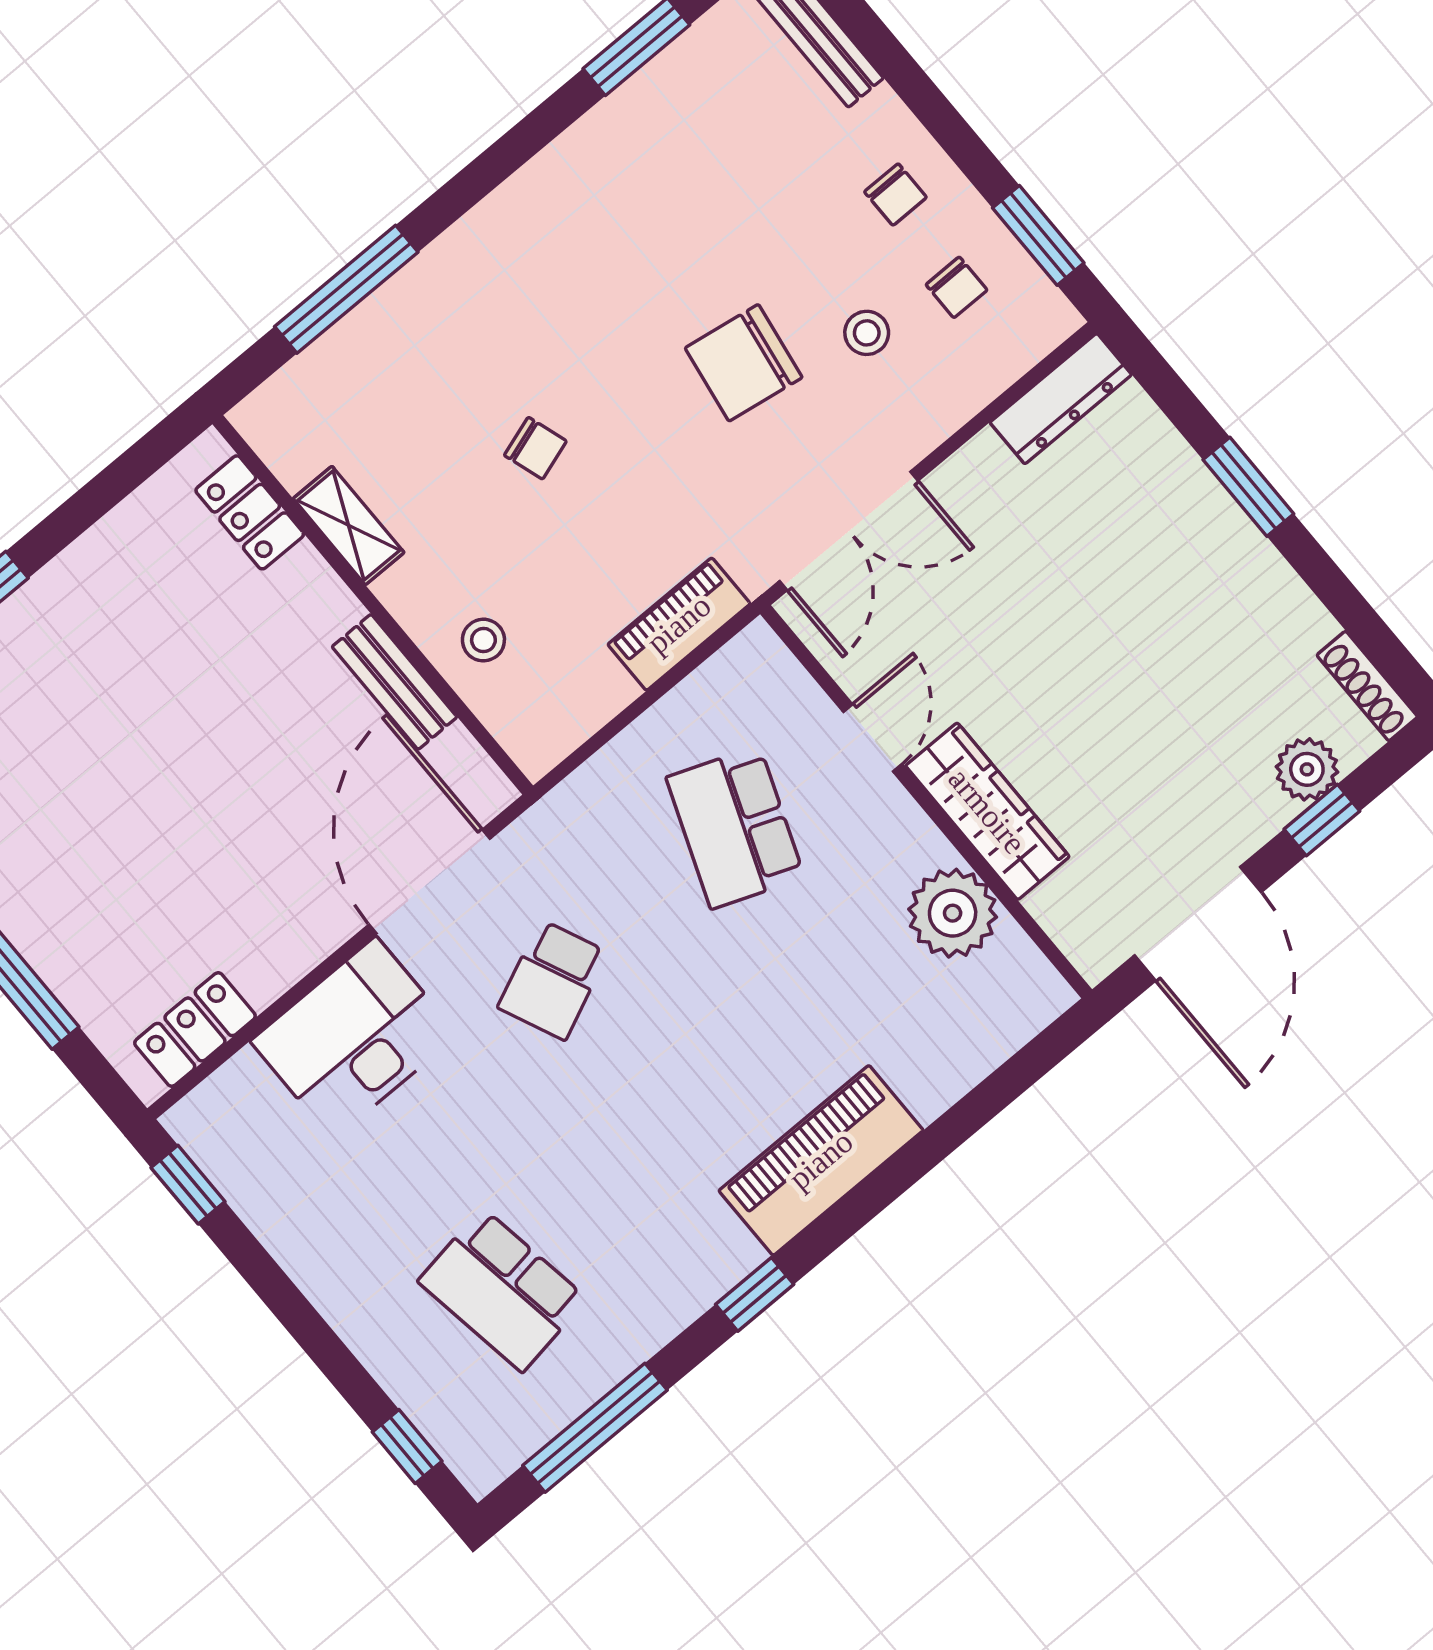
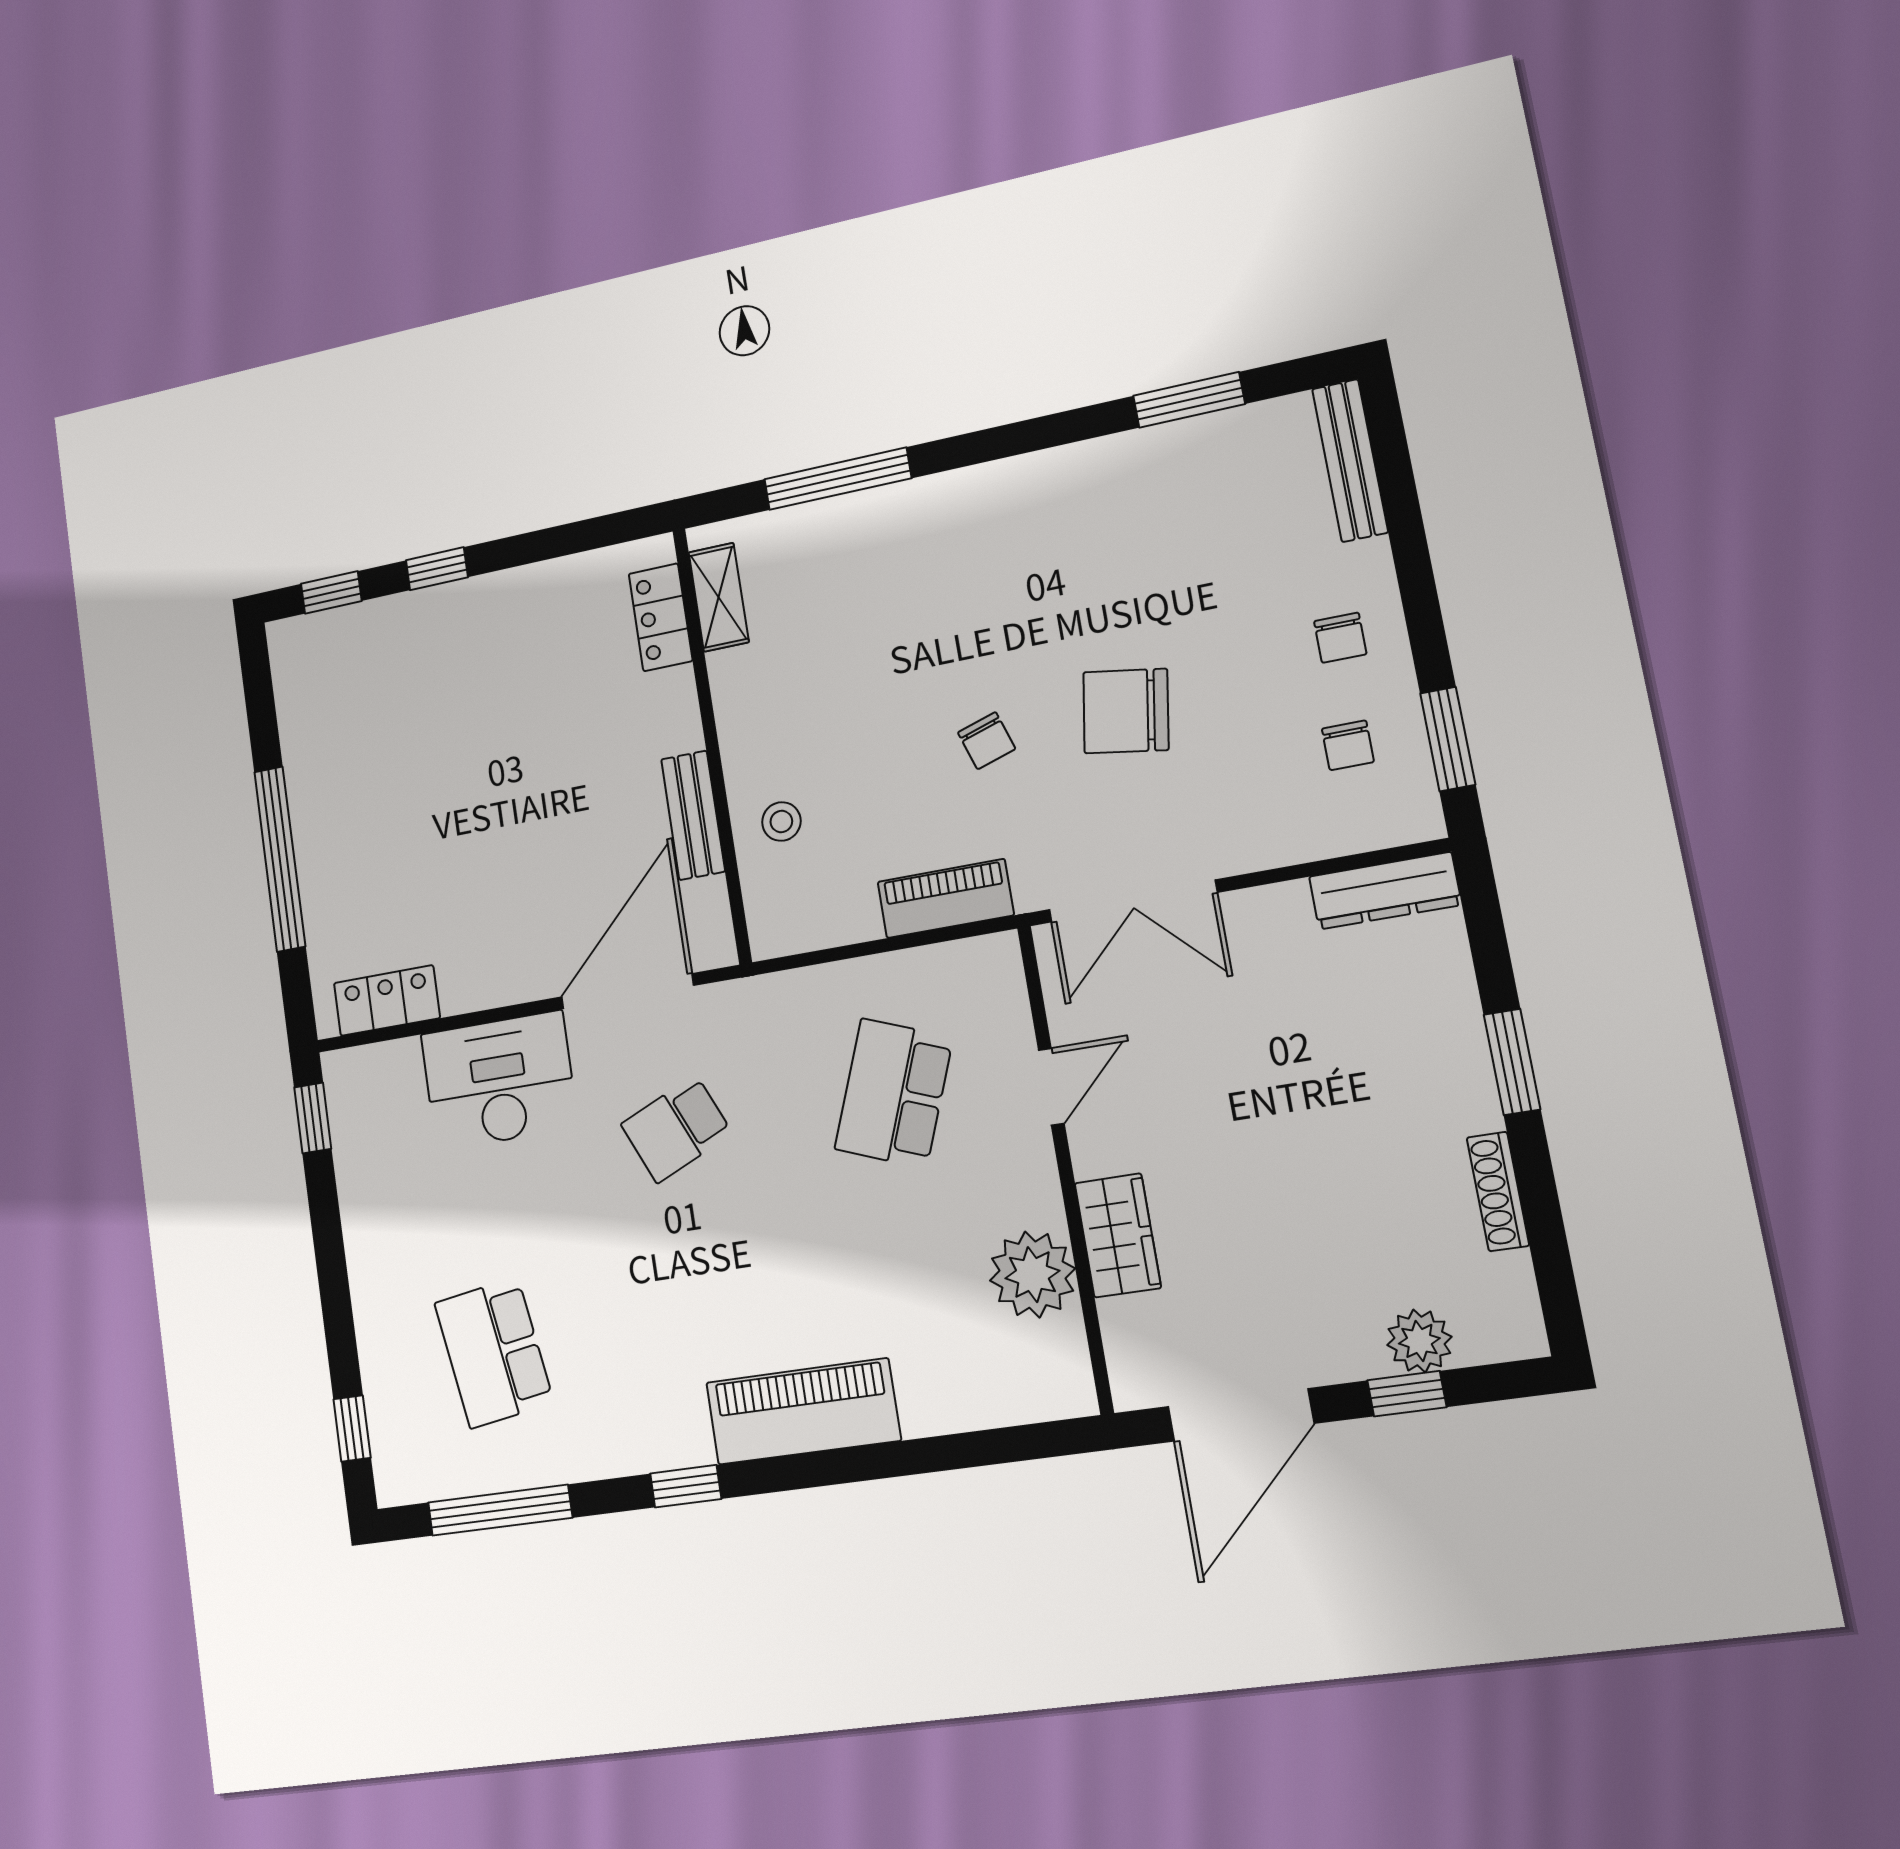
stool: (867, 333) -> (1246, 742), removed
chair: (535, 448) -> (987, 741), moved
shelving: (349, 525) -> (719, 597), moved
shoe rack: (1367, 686) -> (1498, 1191), moved
wardrobe: (987, 811) -> (1118, 1235), width x0.67

